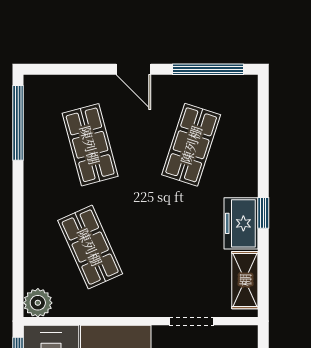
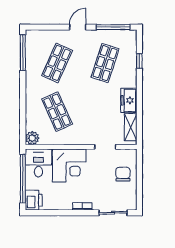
door: (134, 69) -> (78, 27), swing flipped
shop shelf: (90, 145) -> (57, 63), turned 39
window: (263, 213) -> (139, 61), moved

